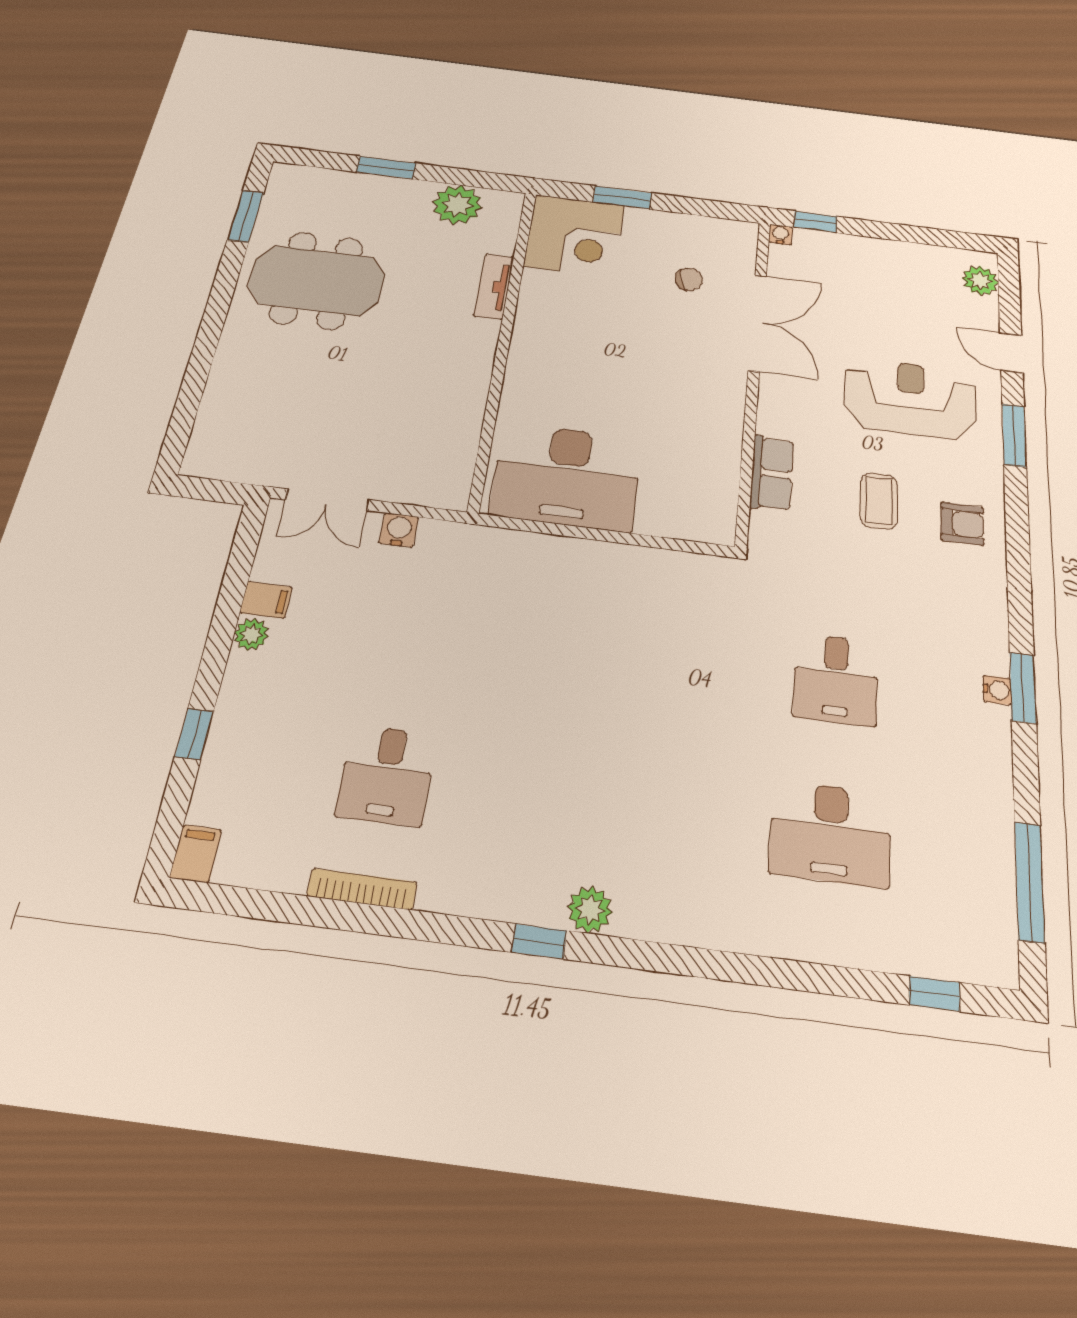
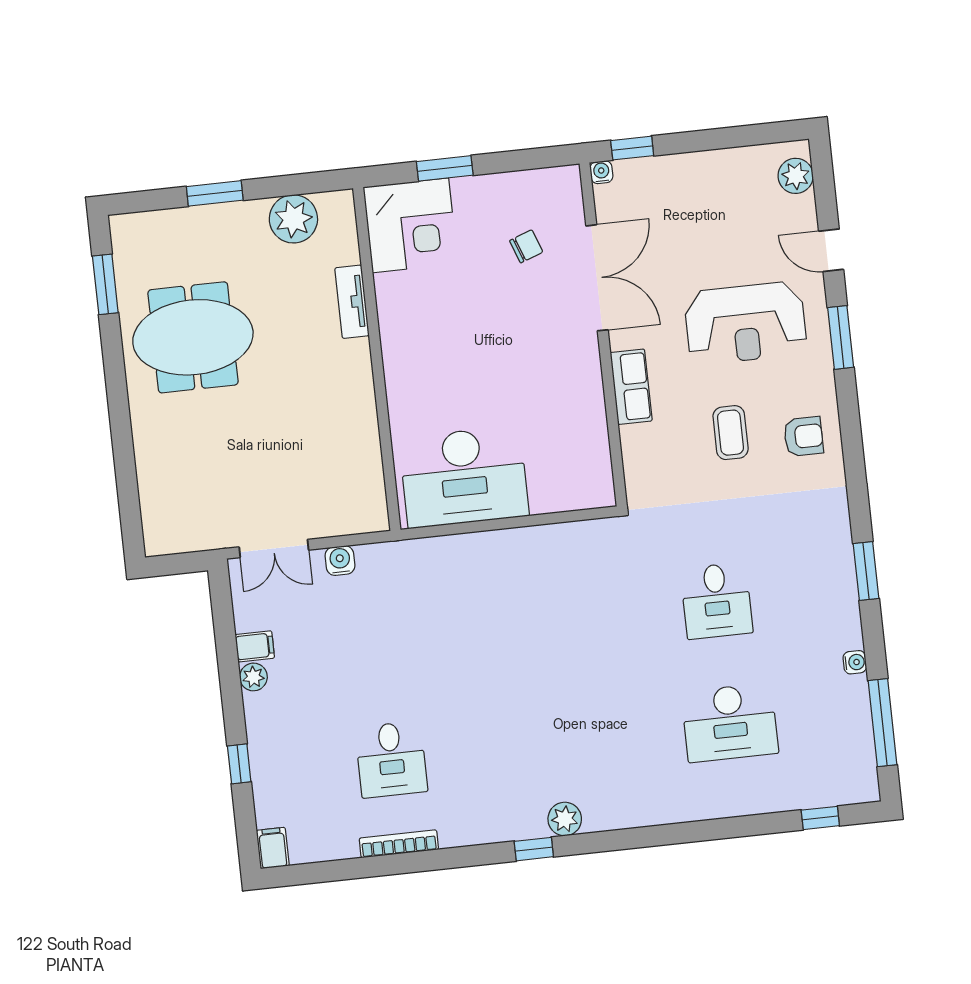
reception desk: (911, 399) -> (746, 323), turned 180
row of seats: (772, 473) -> (631, 387), moved
water cooler: (997, 690) -> (855, 662), moved

